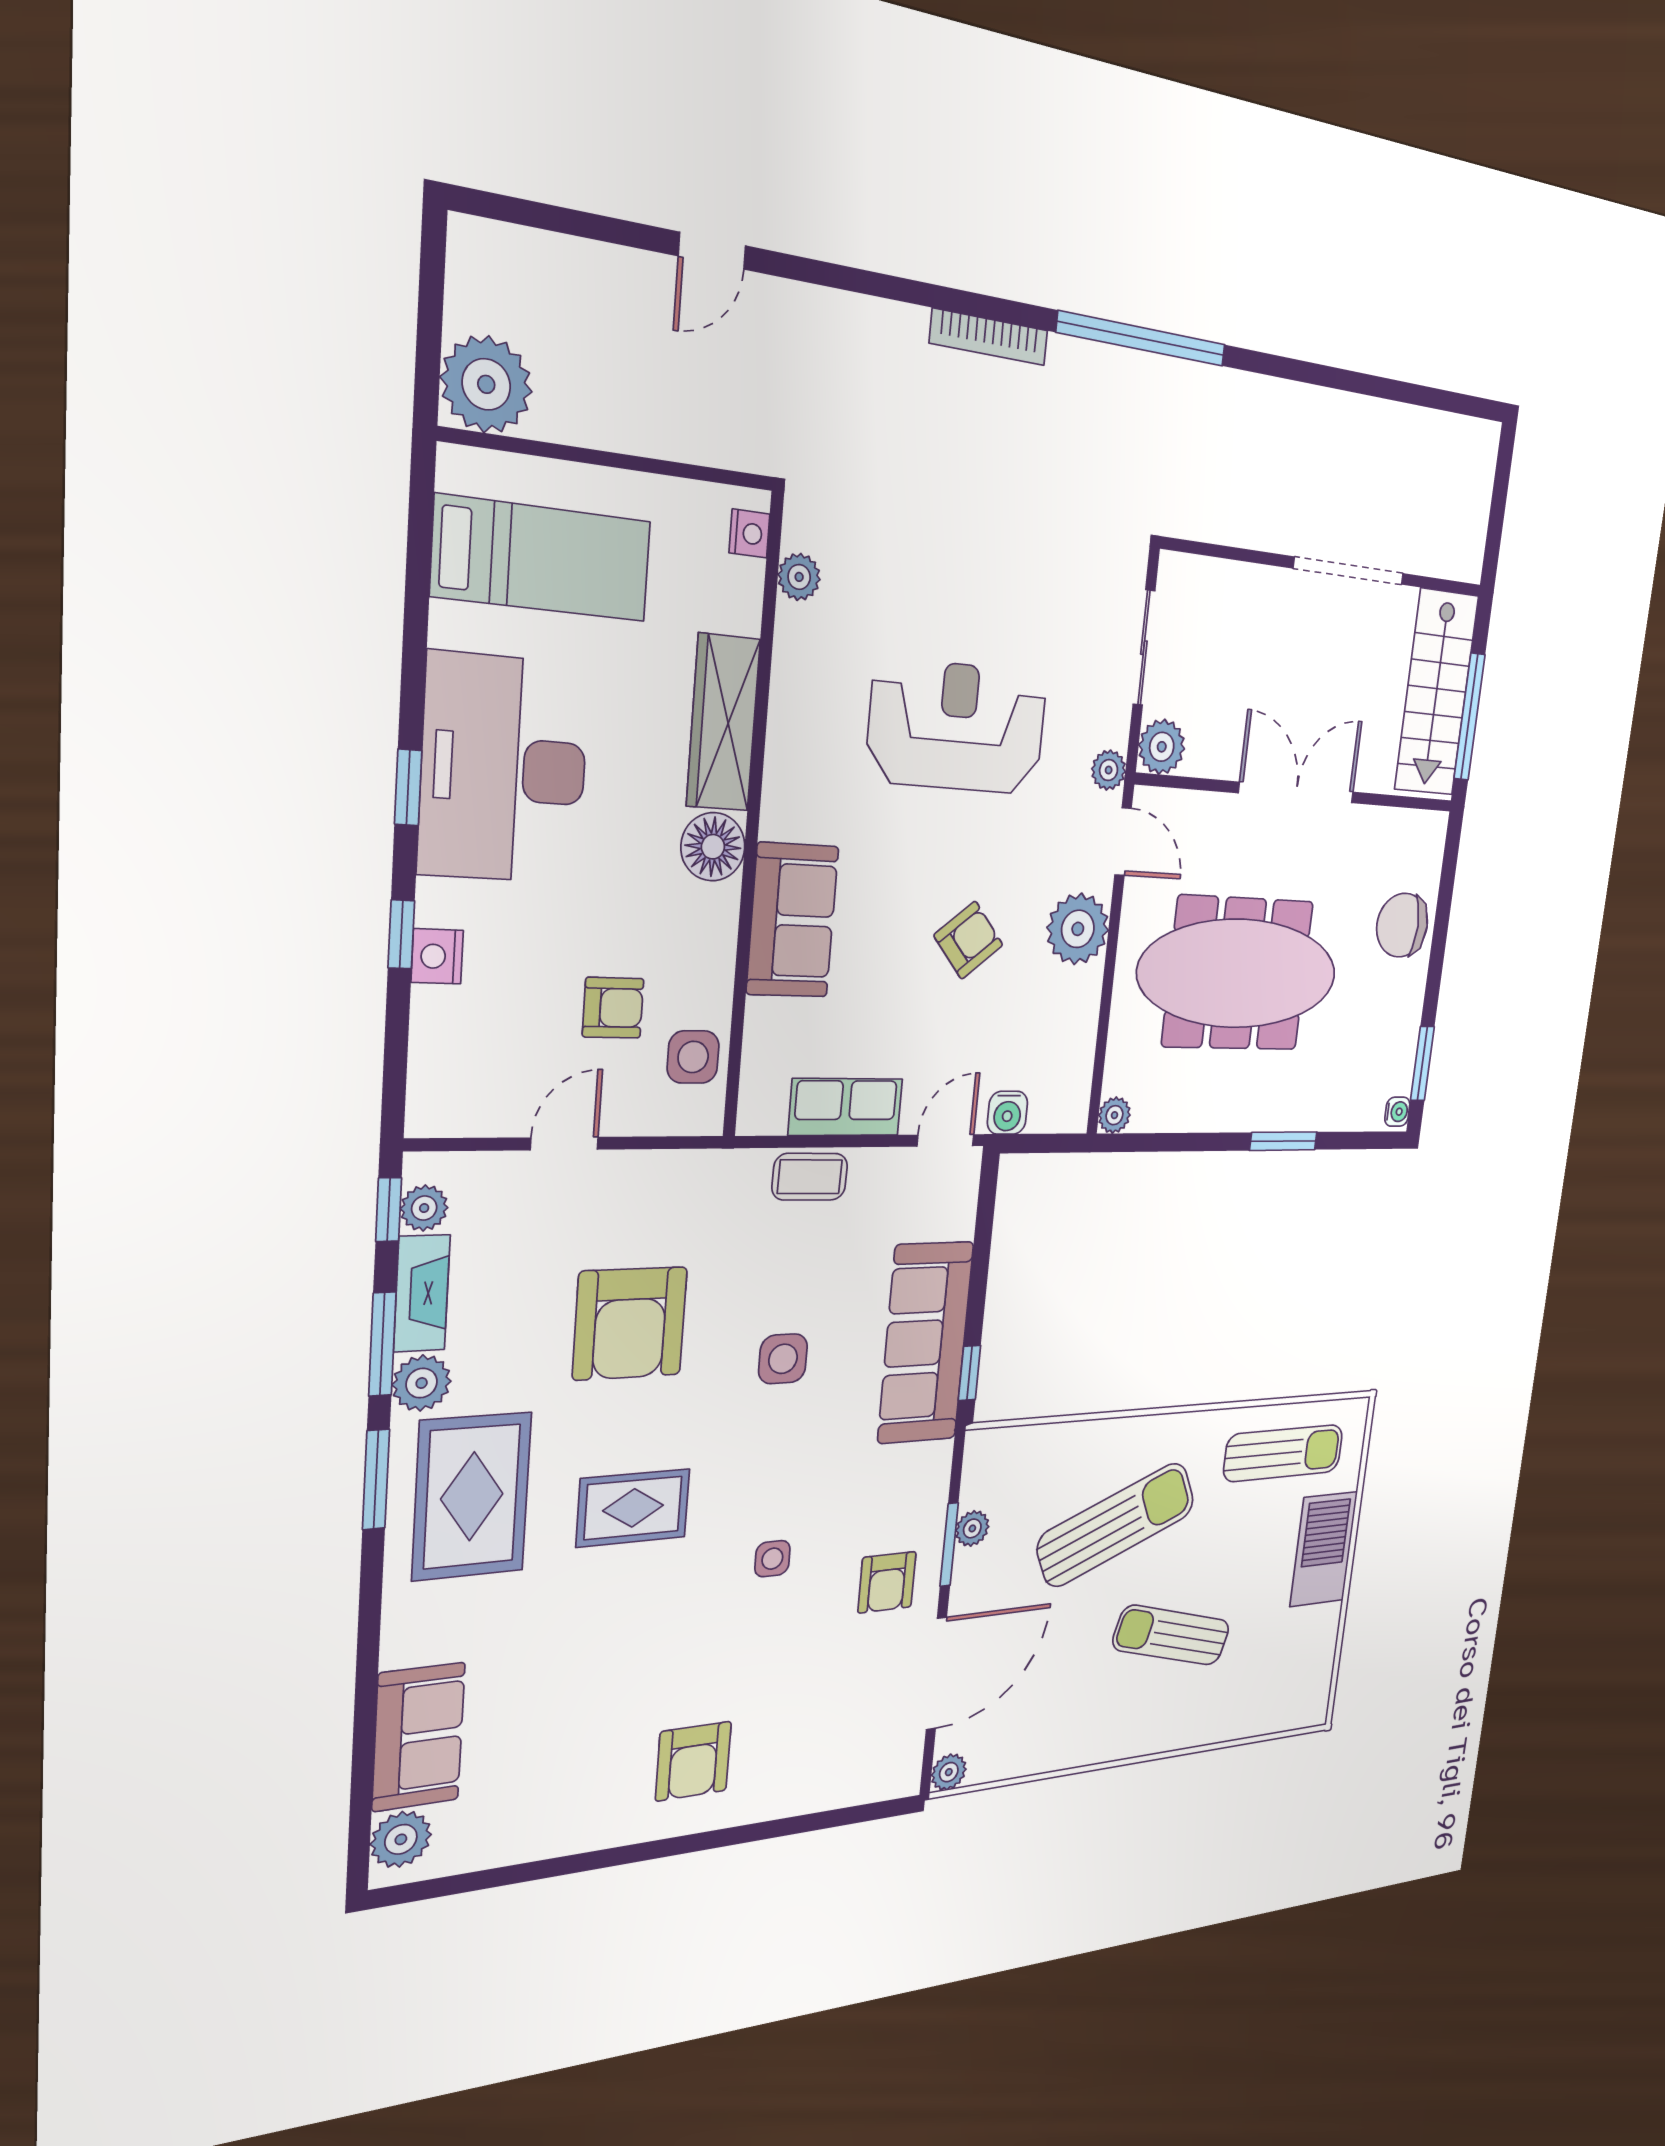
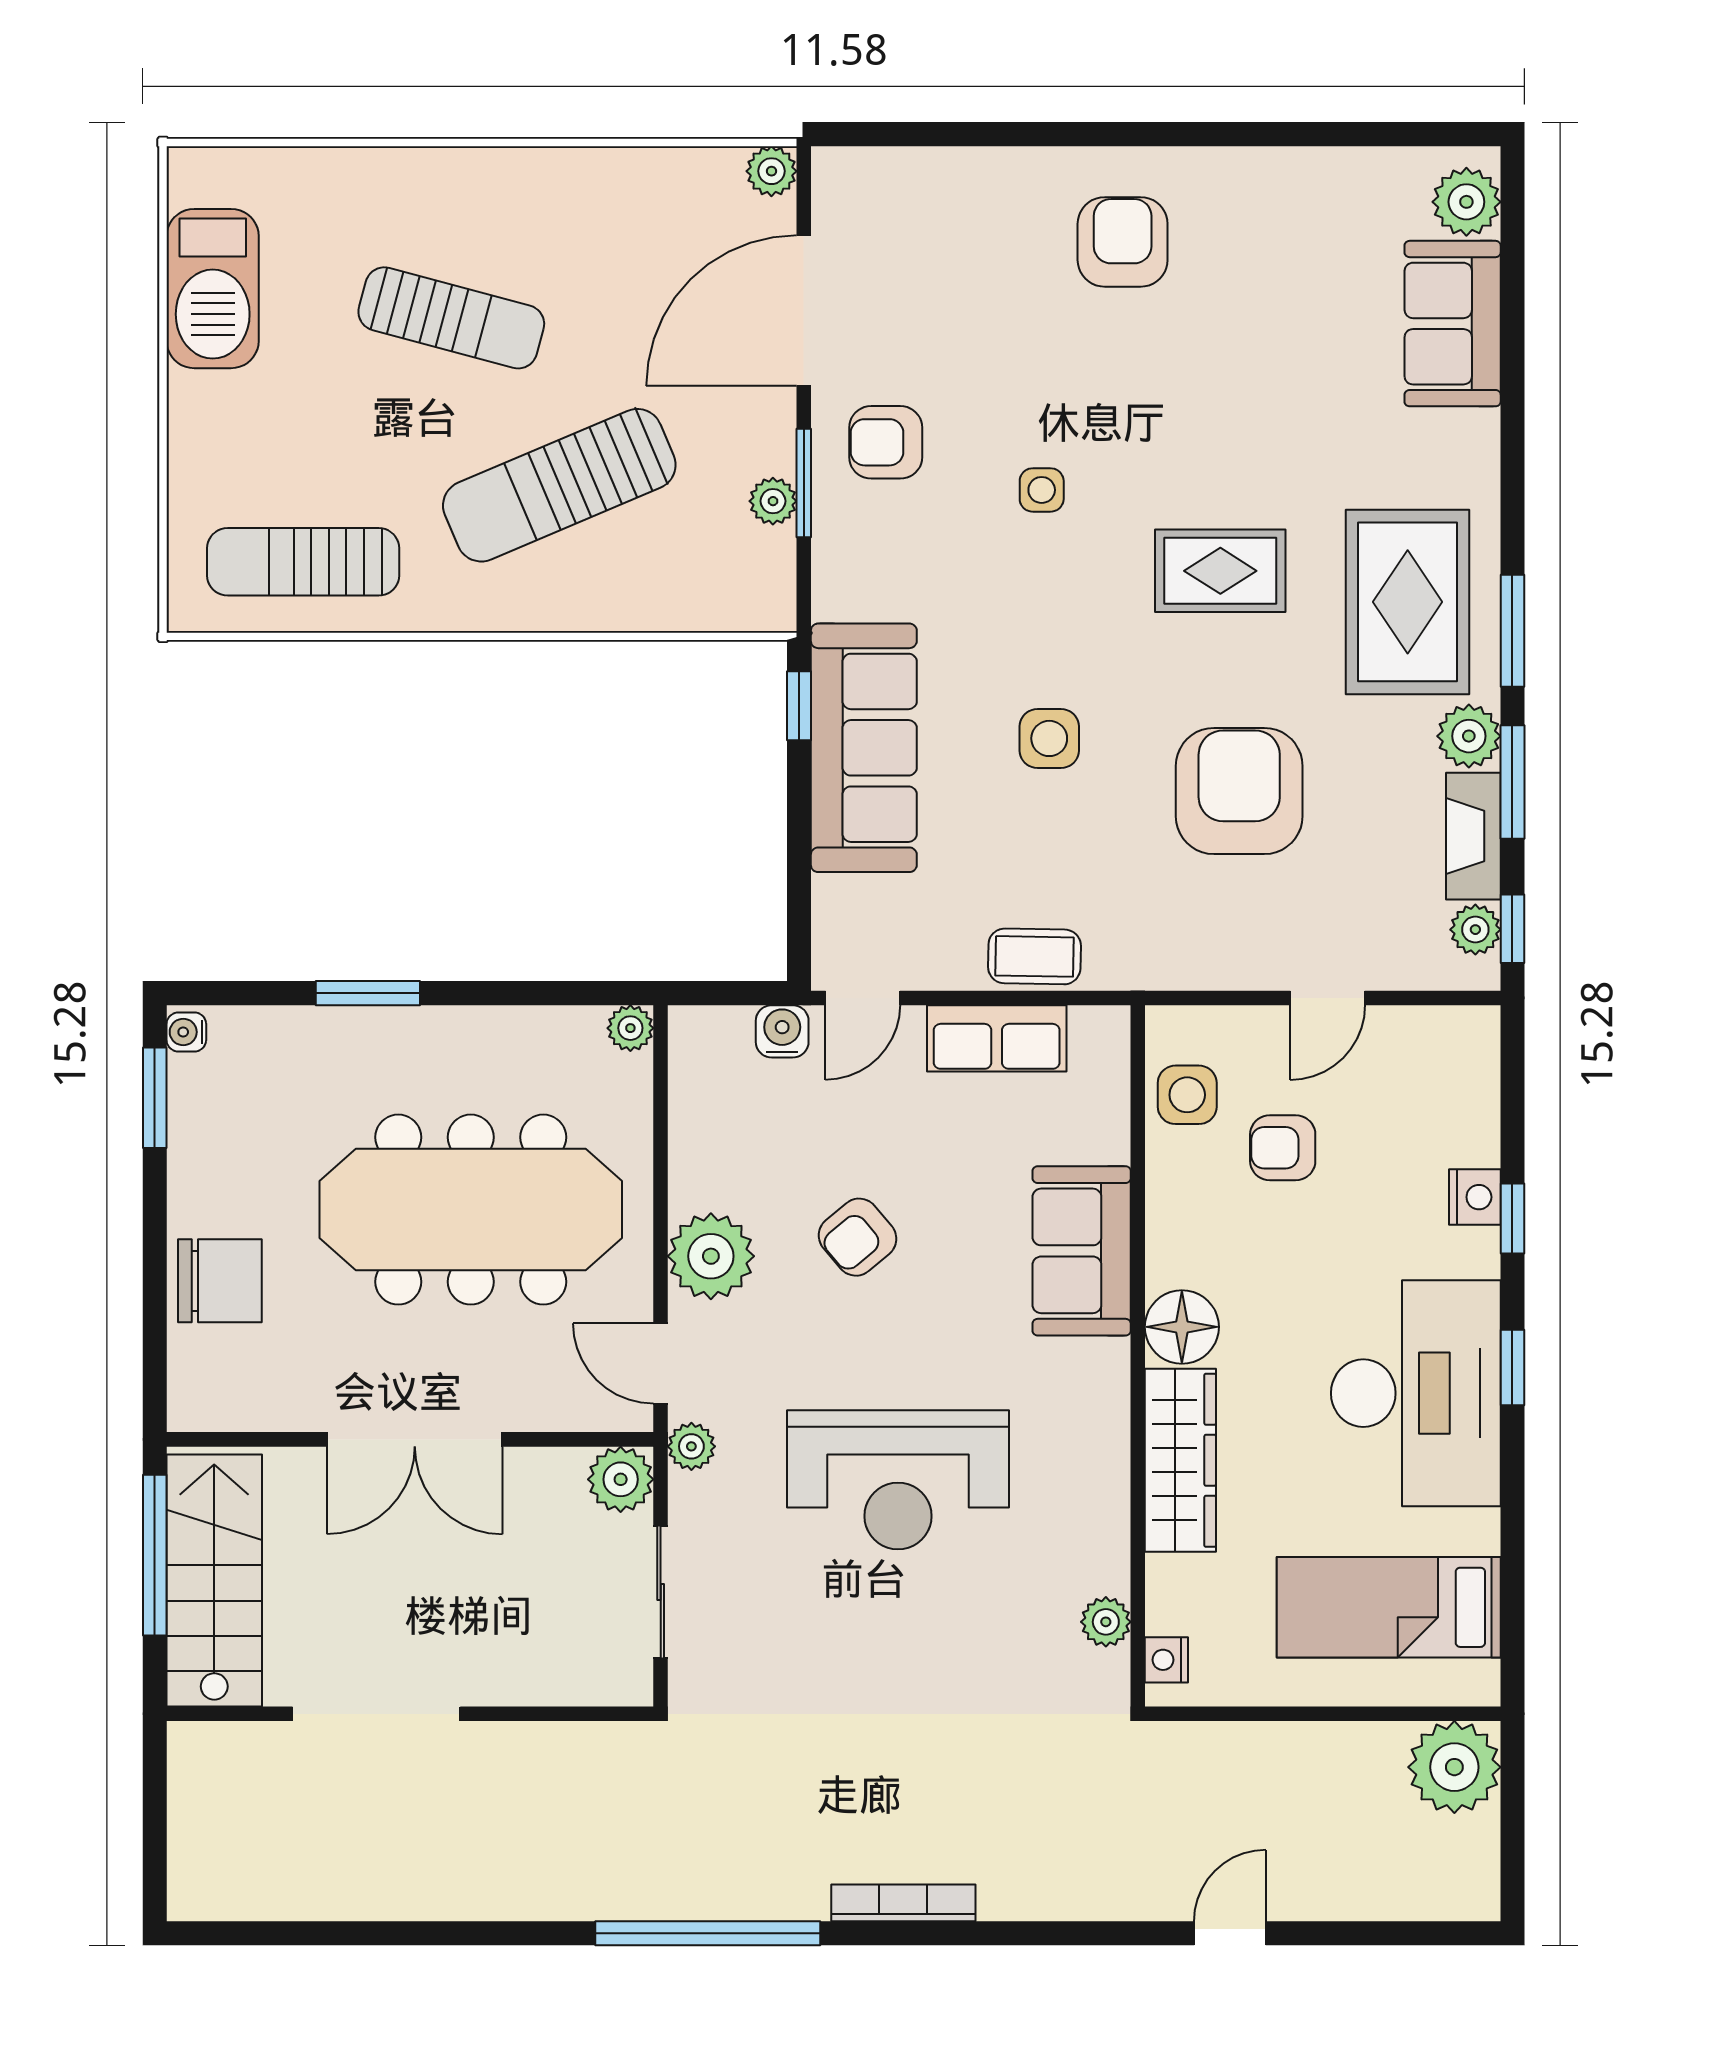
barbecue: (1324, 1549) -> (213, 289), moved
armchair: (887, 1582) -> (886, 442), turned -90

